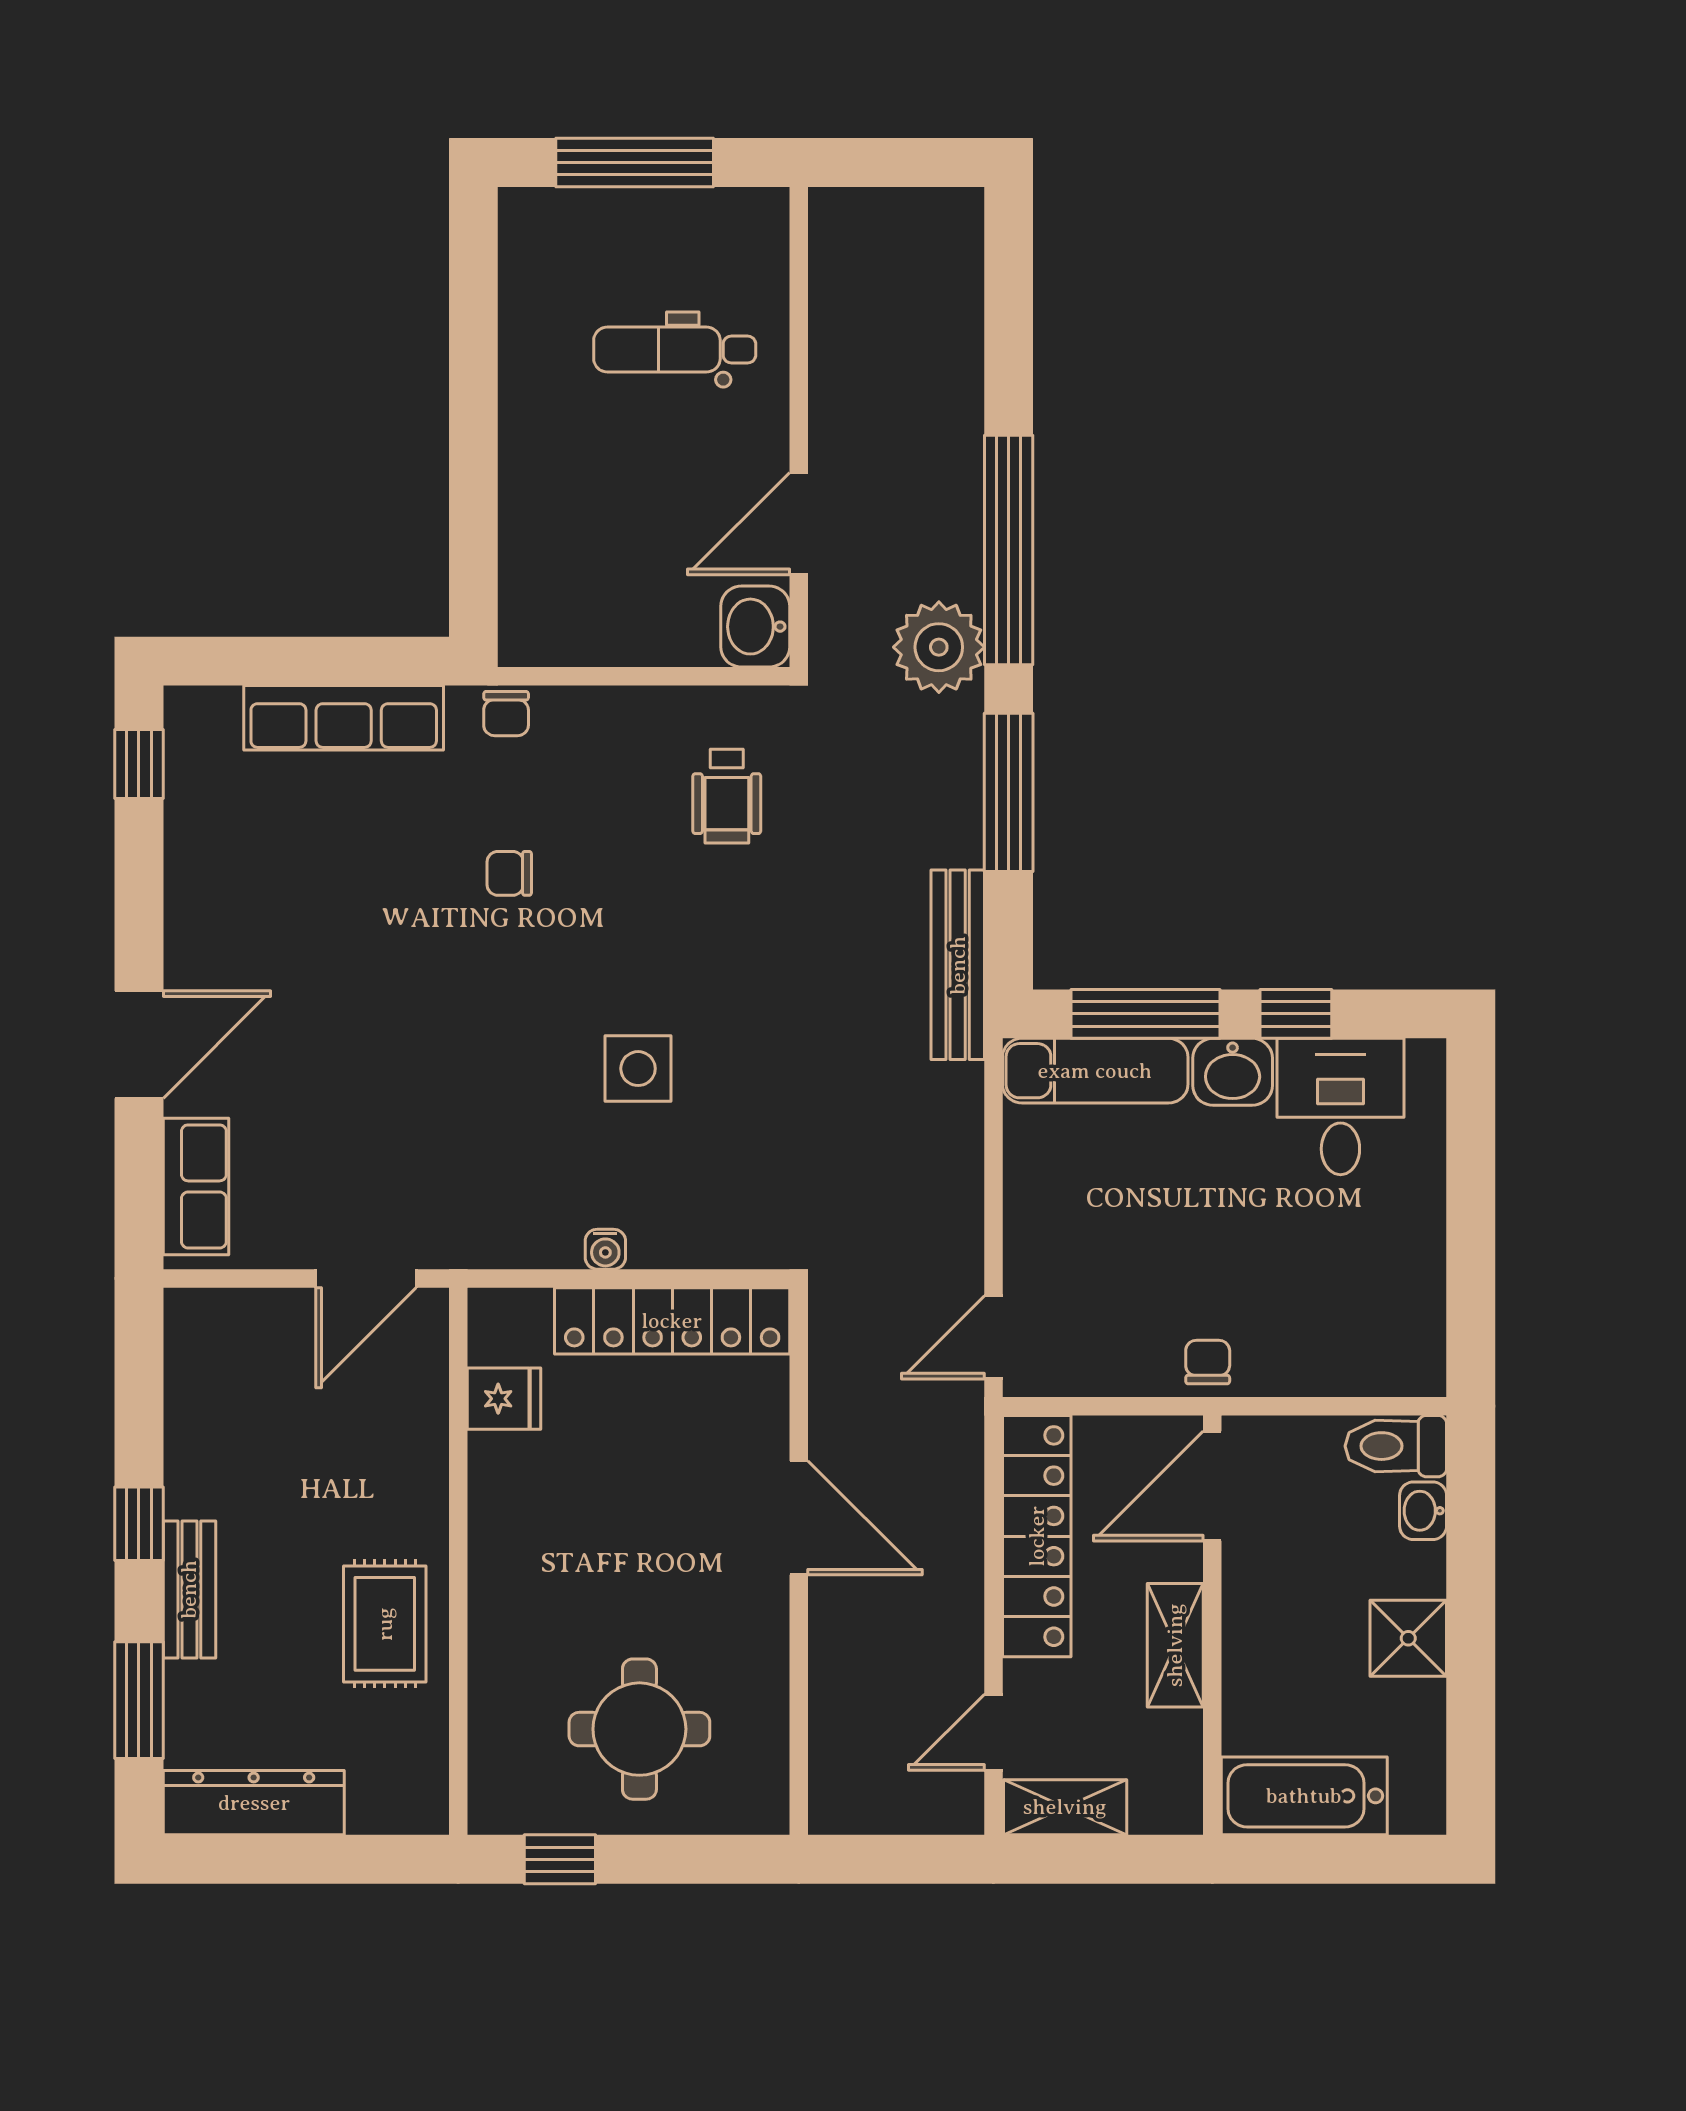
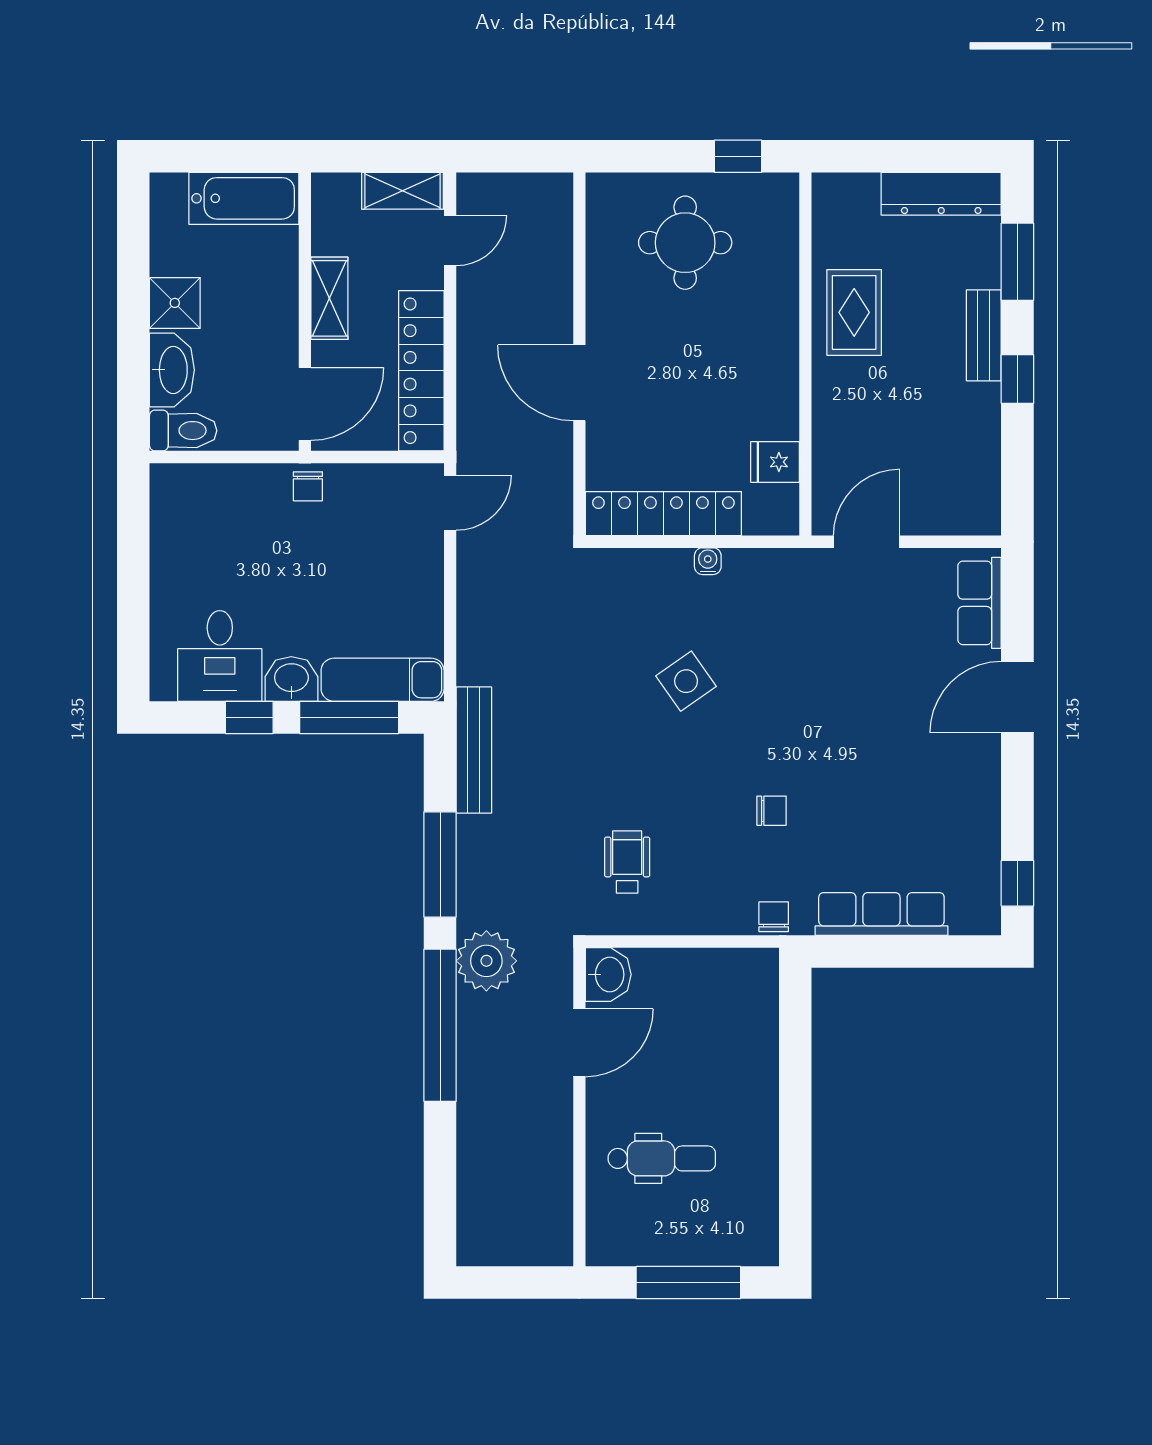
side table: (638, 1069) -> (686, 681), turned -35
washbasin: (1423, 1511) -> (172, 370), width x1.91, depth x1.45

